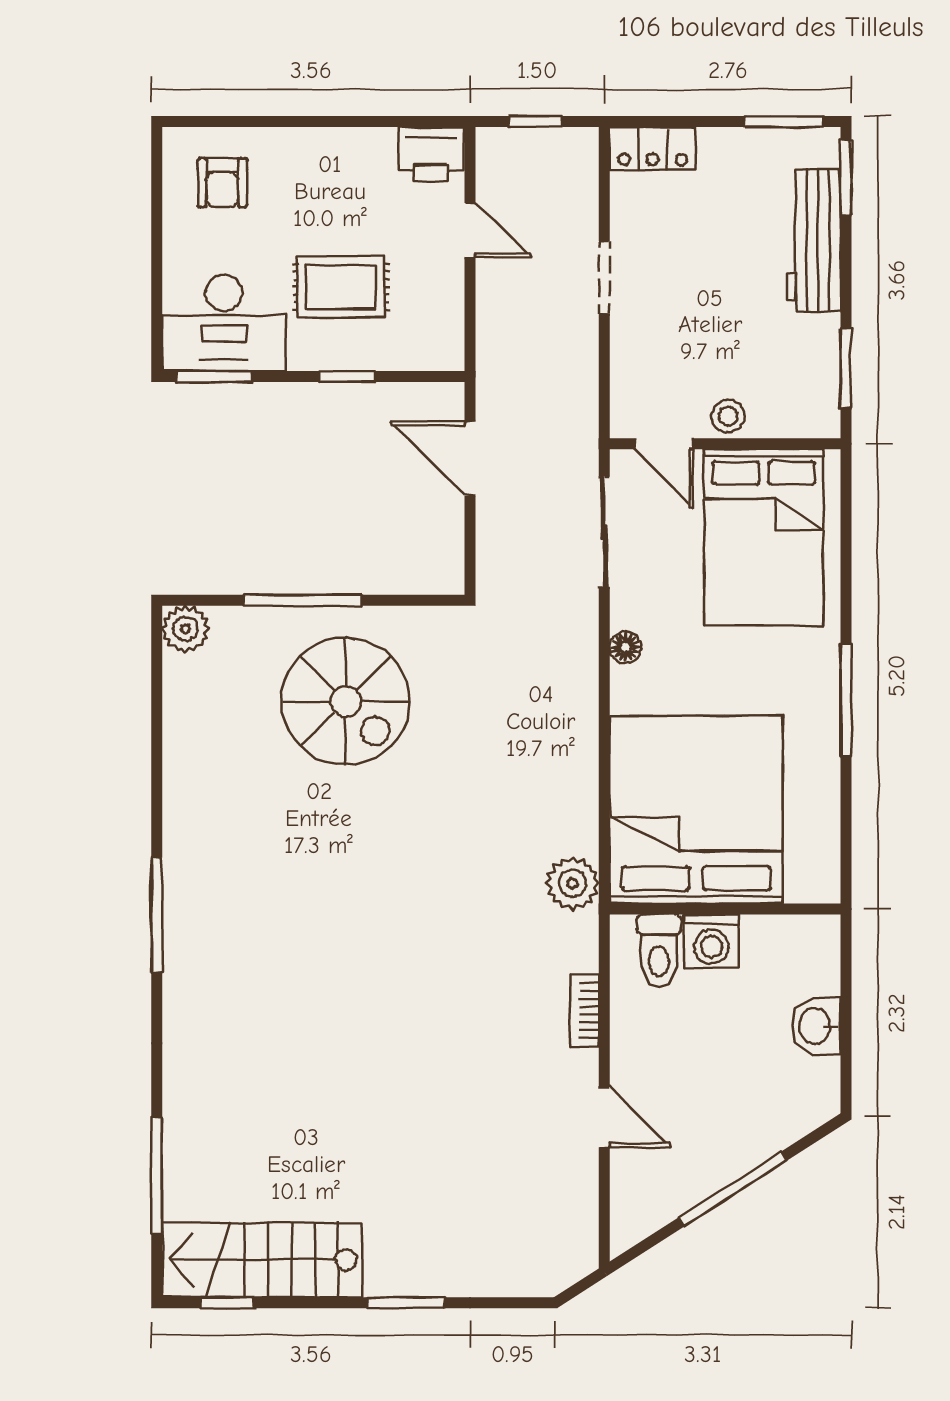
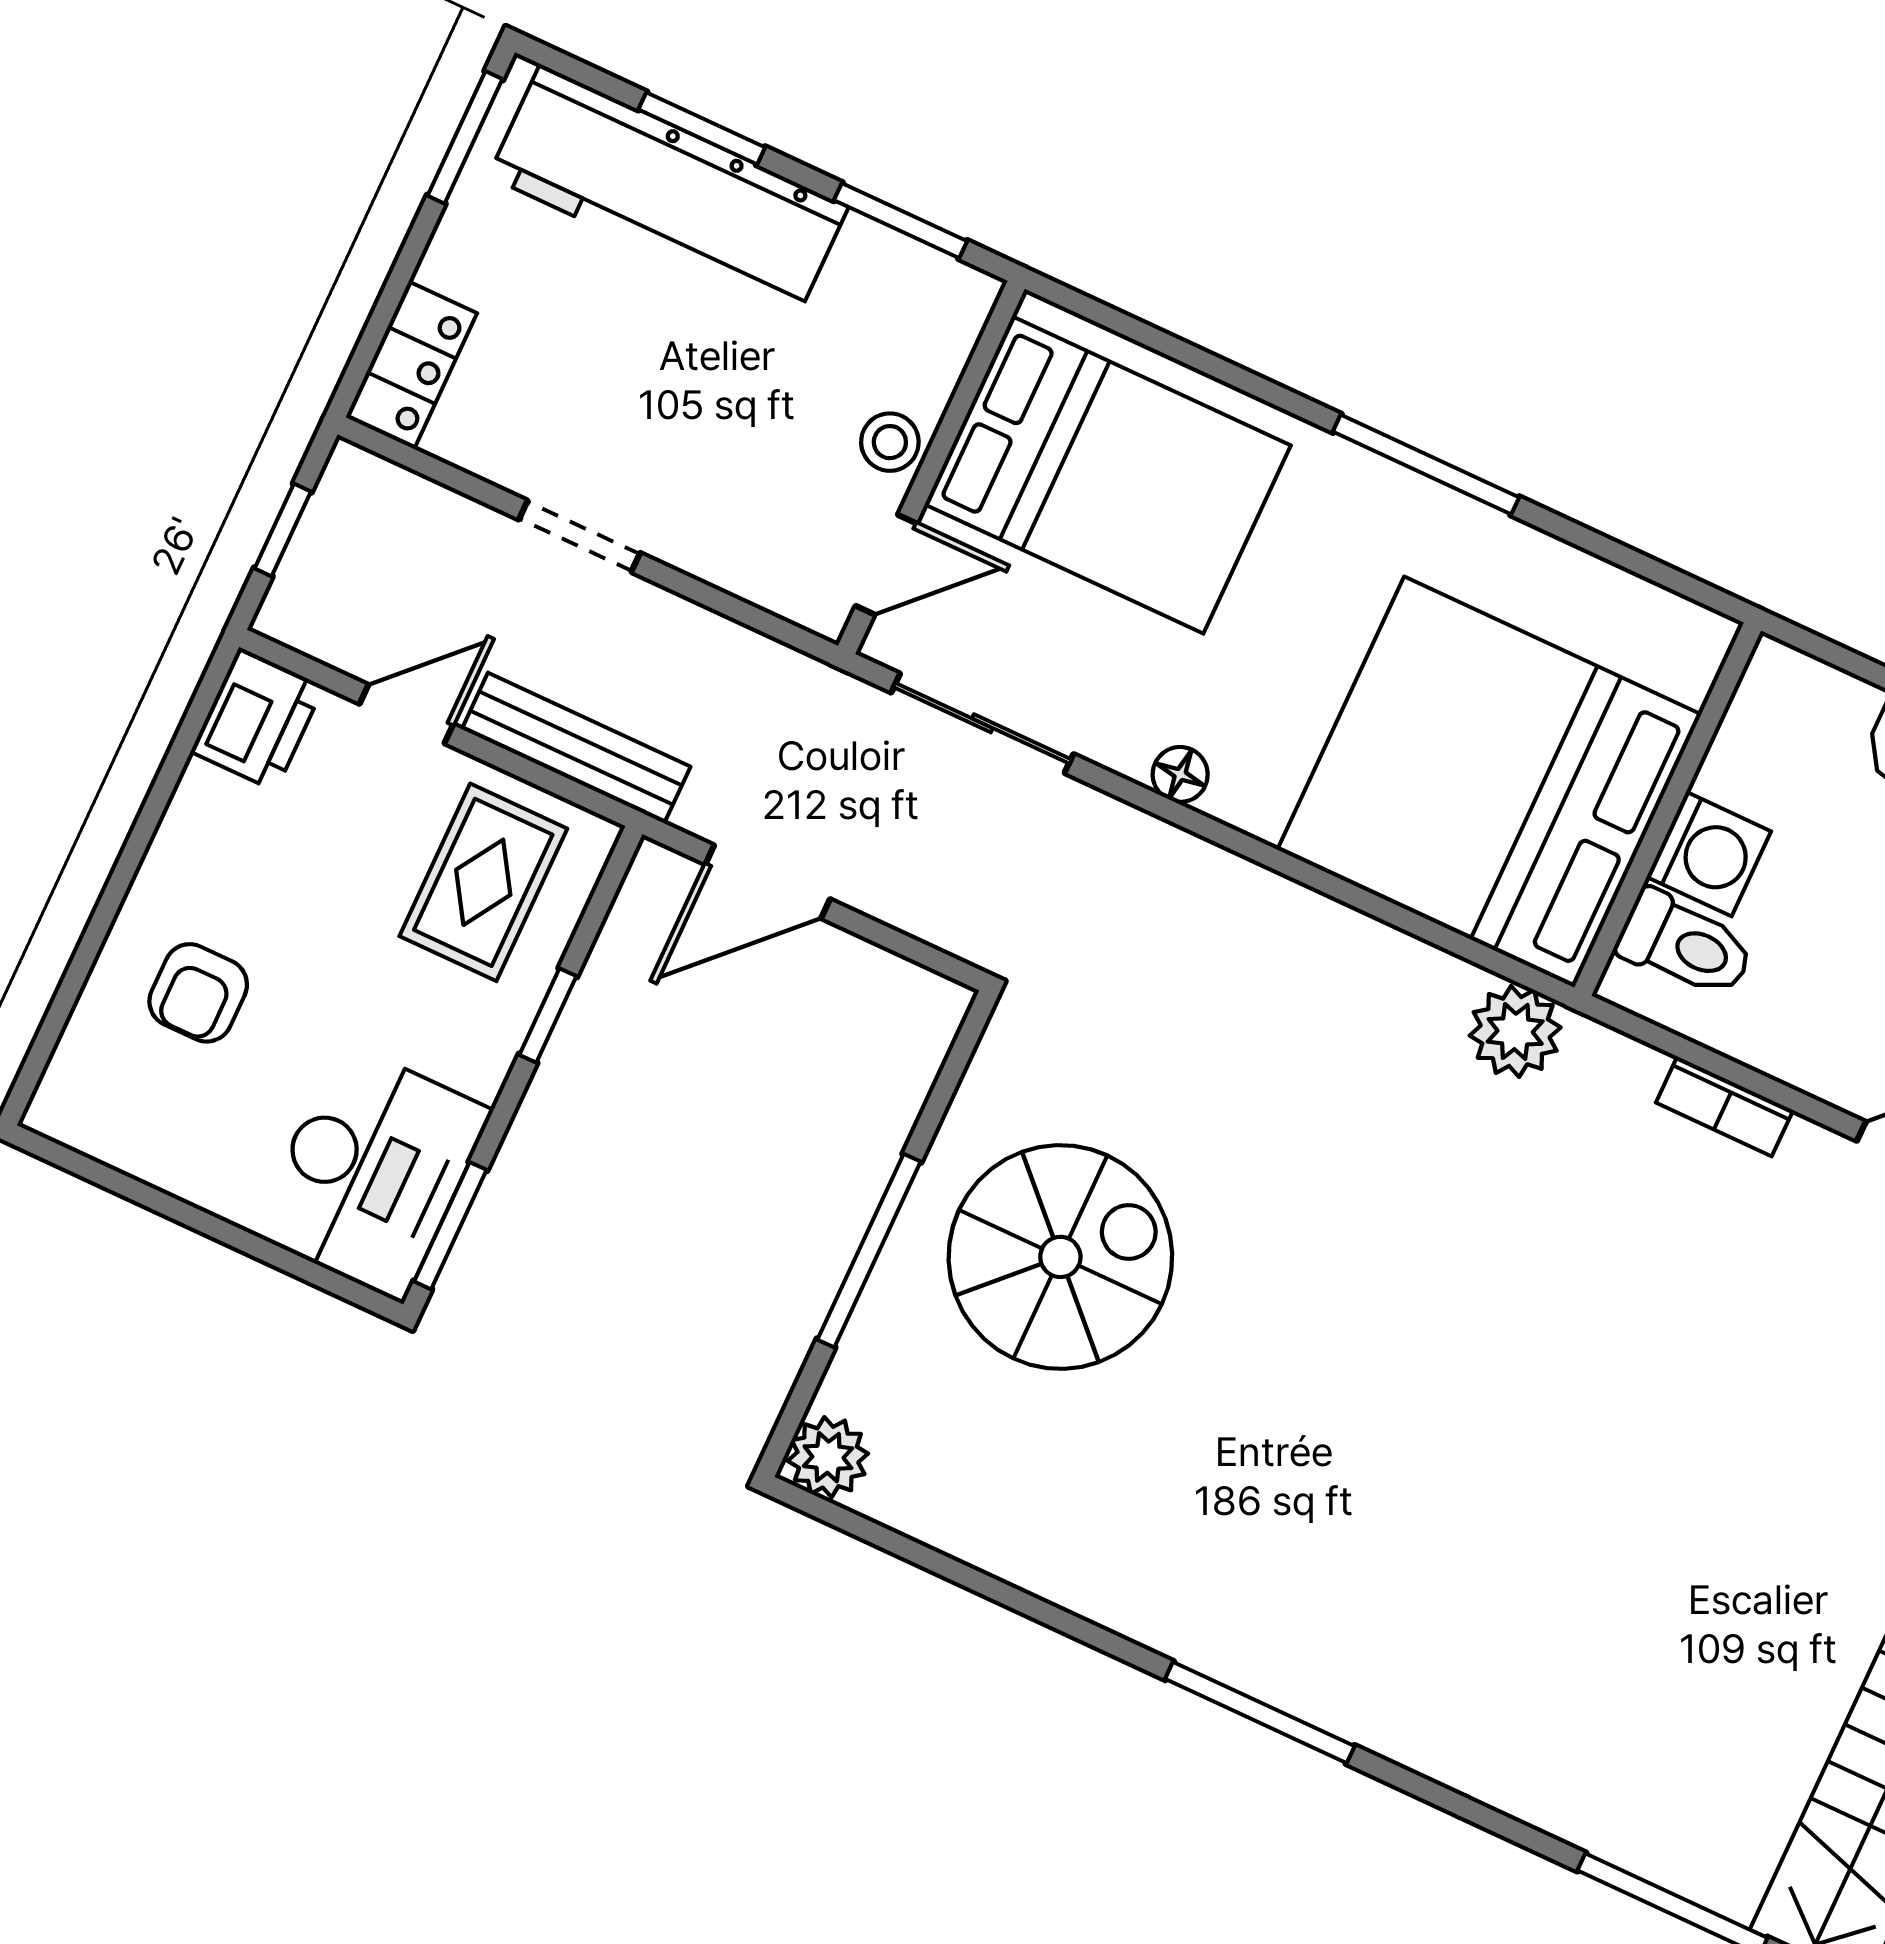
window: (846, 178) -> (702, 128), moved
armchair: (222, 183) -> (198, 993), moved, turned 90
workbench: (814, 240) -> (668, 192), width x1.36, depth x1.32
rug: (341, 287) -> (483, 882), moved
bench: (493, 327) -> (576, 748), added

